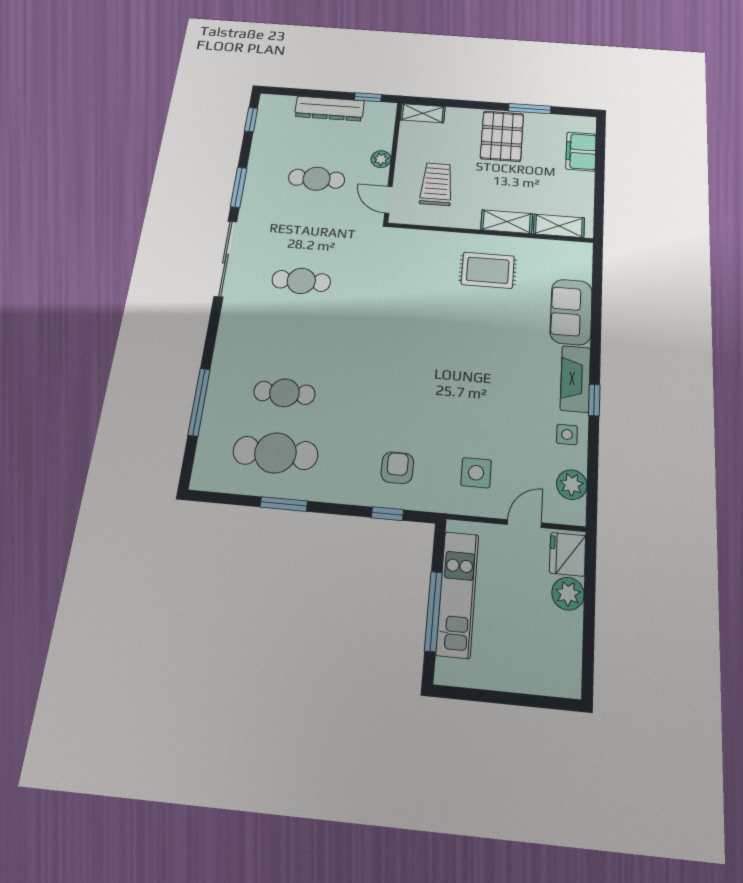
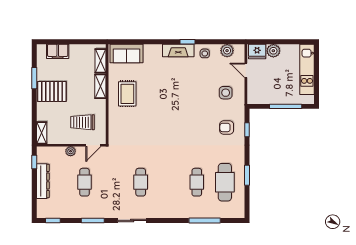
sliding door: (225, 259) -> (132, 220), width x0.73
sofa: (571, 312) -> (126, 54), moved
kitchen unit: (457, 594) -> (307, 69), moved, turned -90

